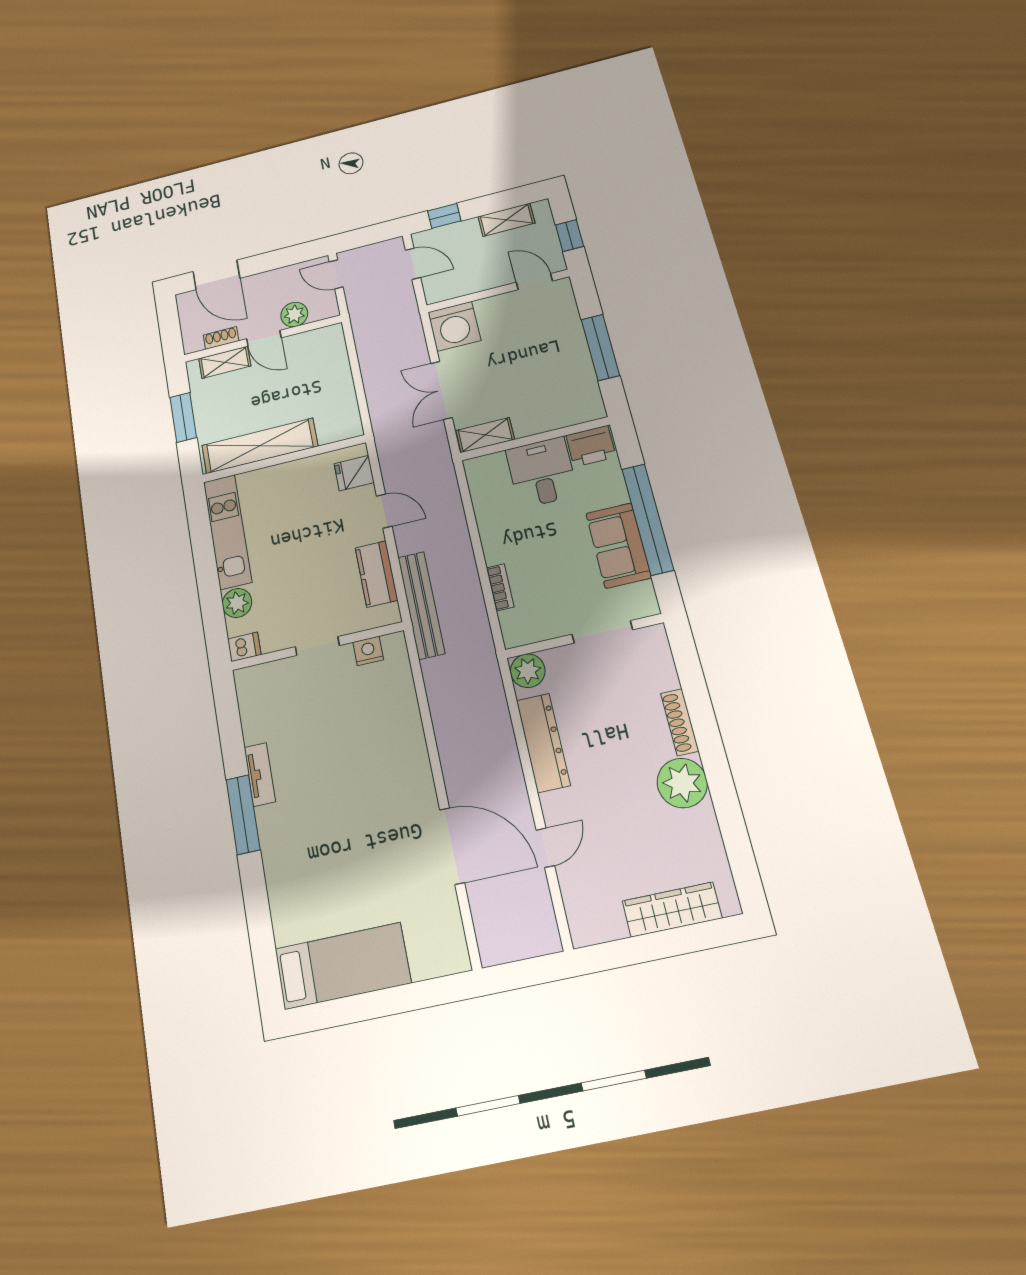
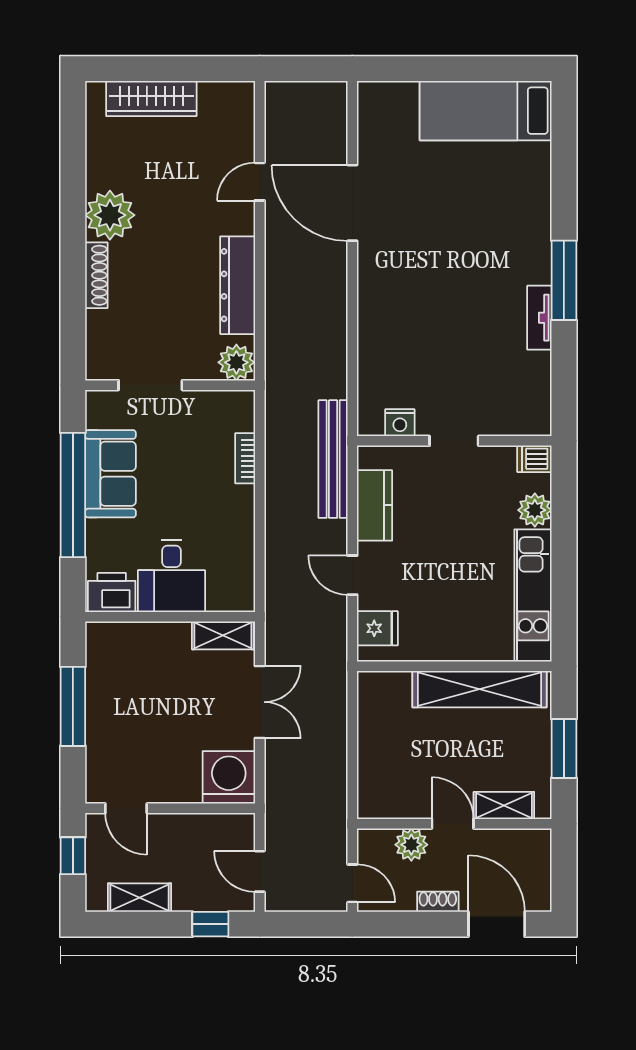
shoe rack: (221, 338) -> (438, 902), moved, turned 180

